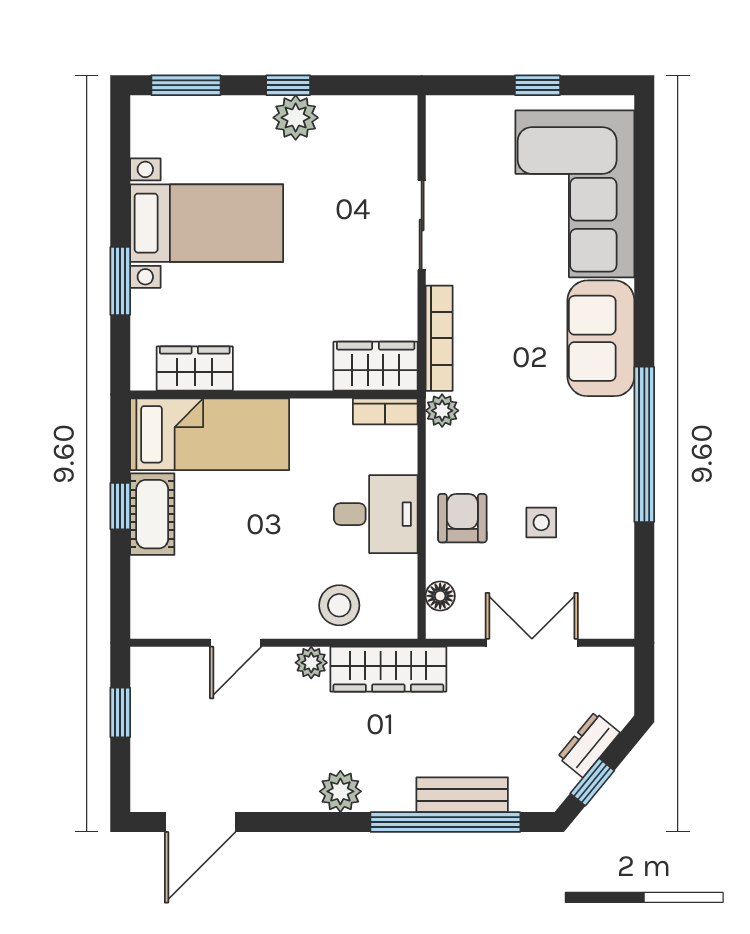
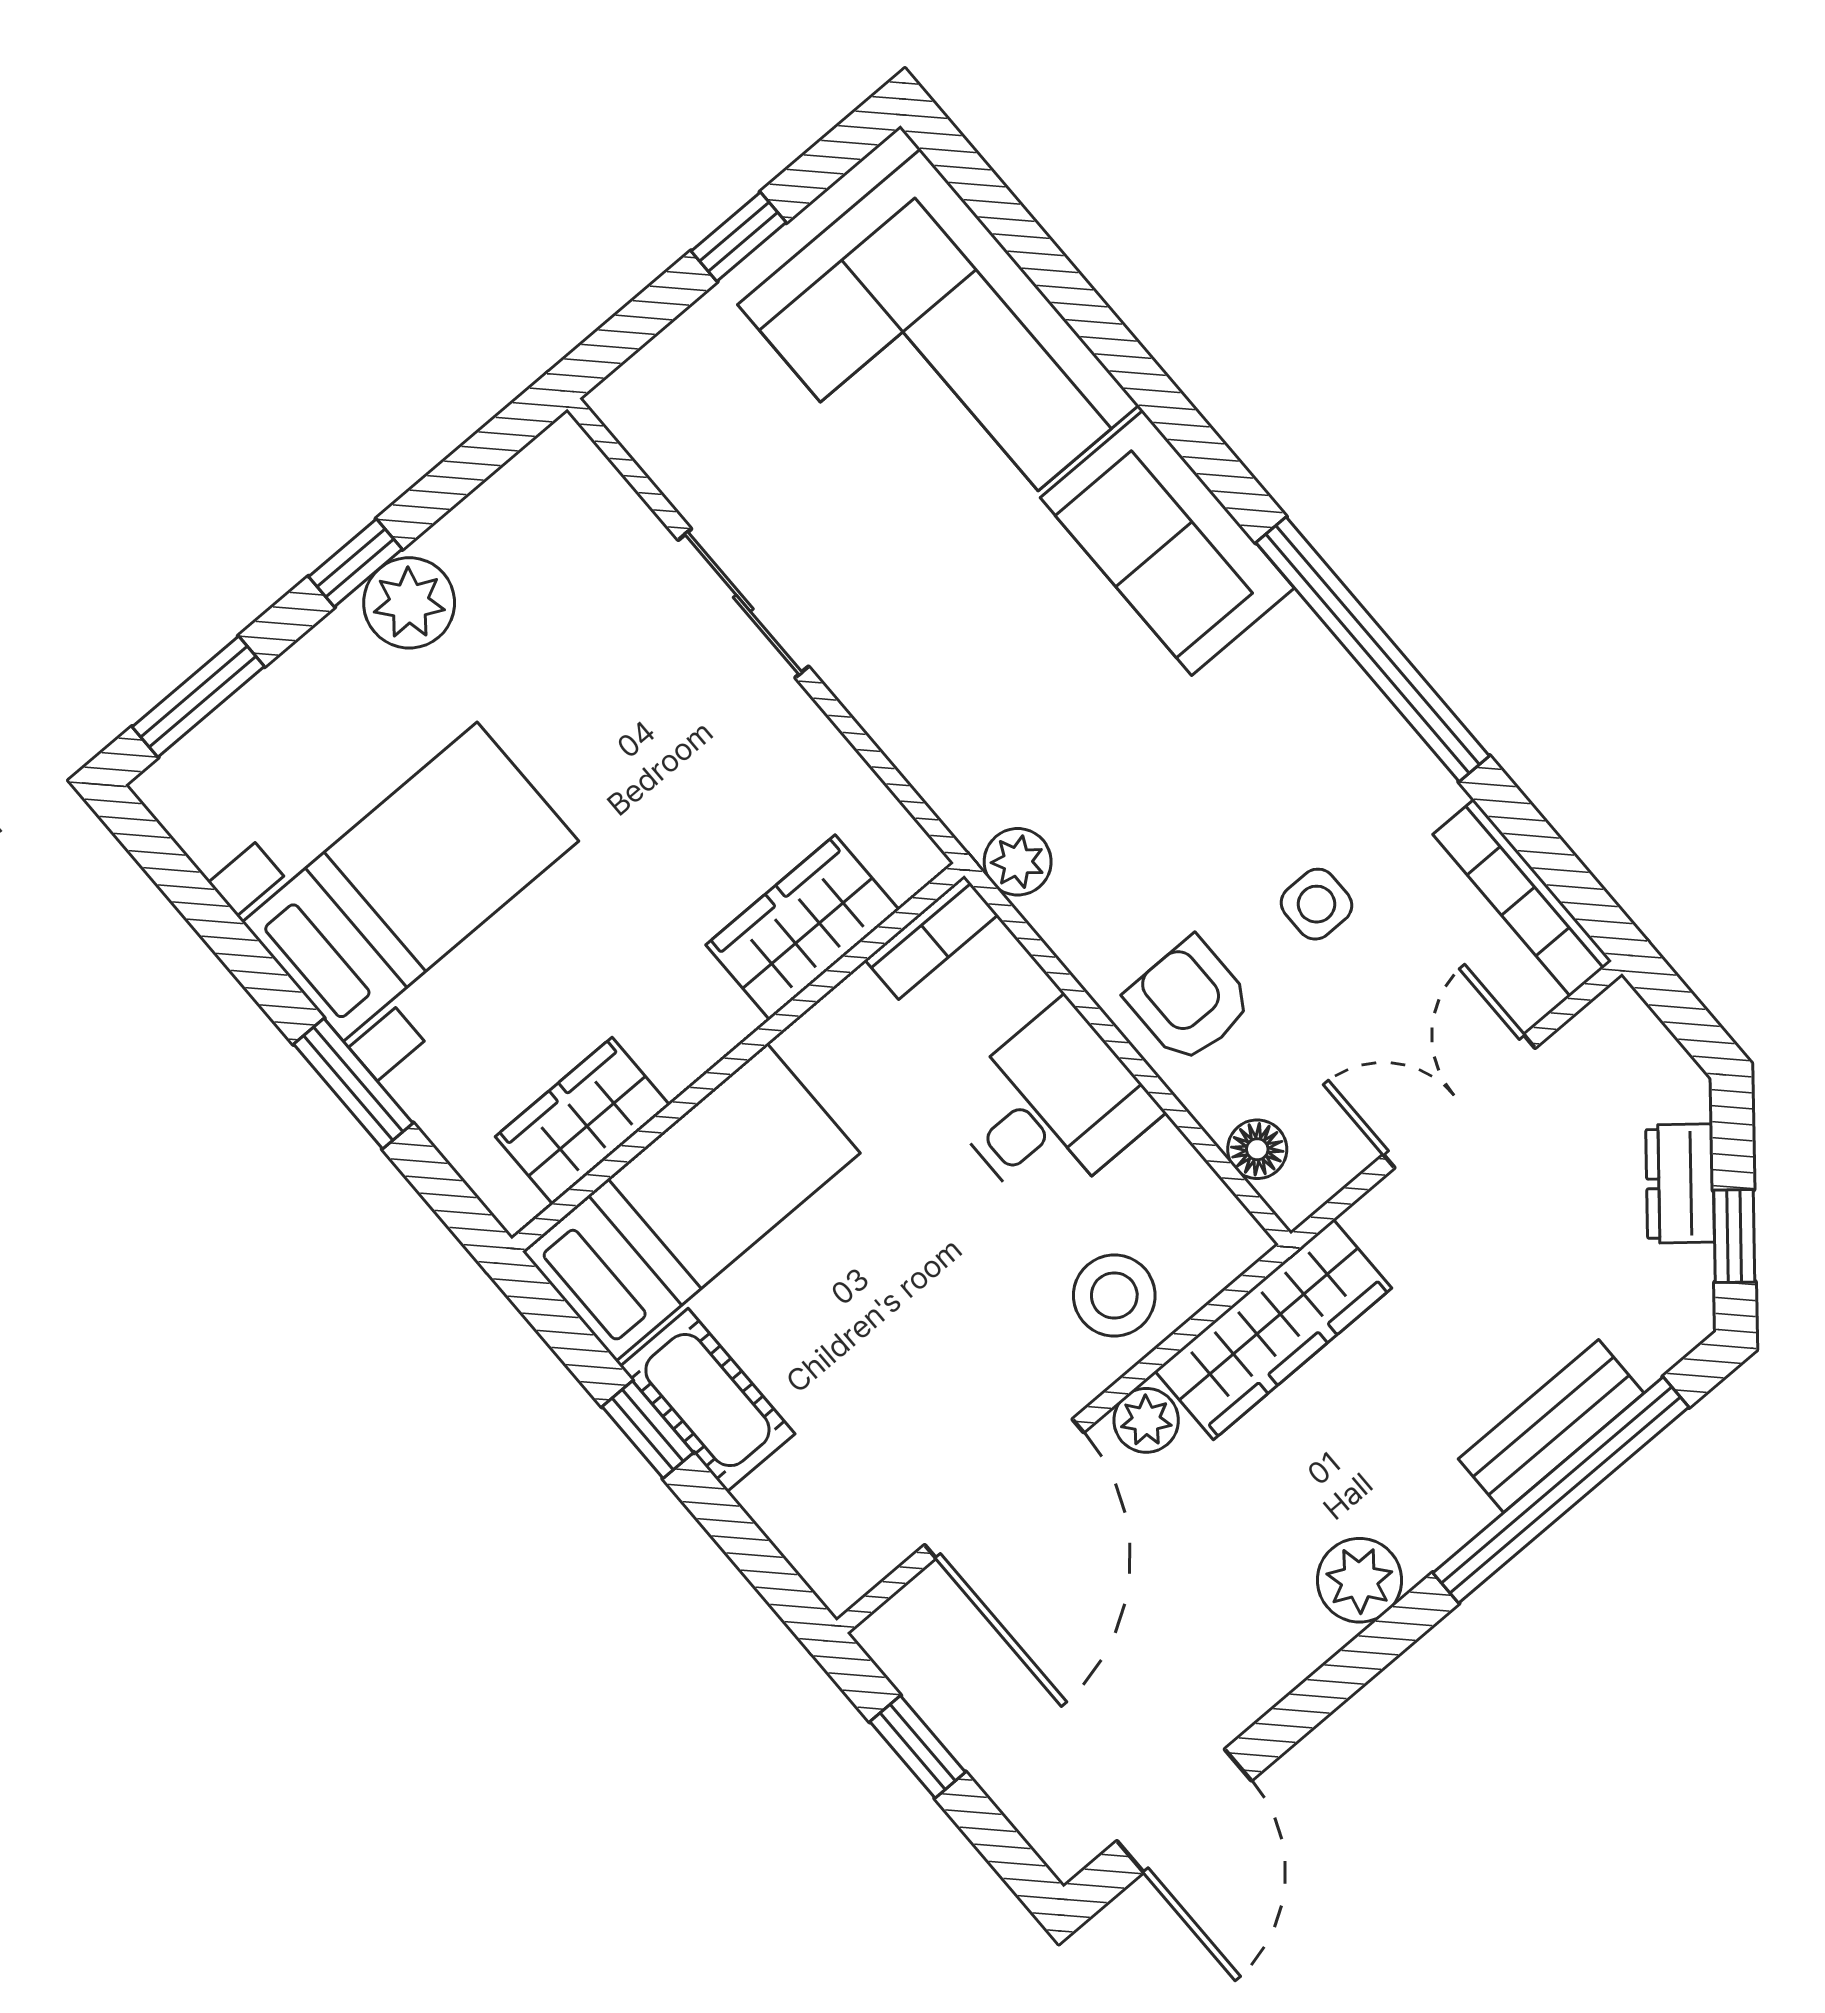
bookcase: (439, 338) -> (1522, 898), moved, turned 180
wardrobe: (376, 366) -> (802, 927), moved
door: (236, 643) -> (1004, 1489), width x1.88

